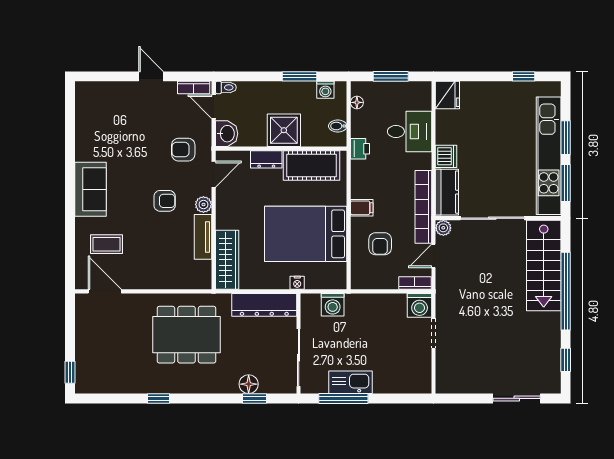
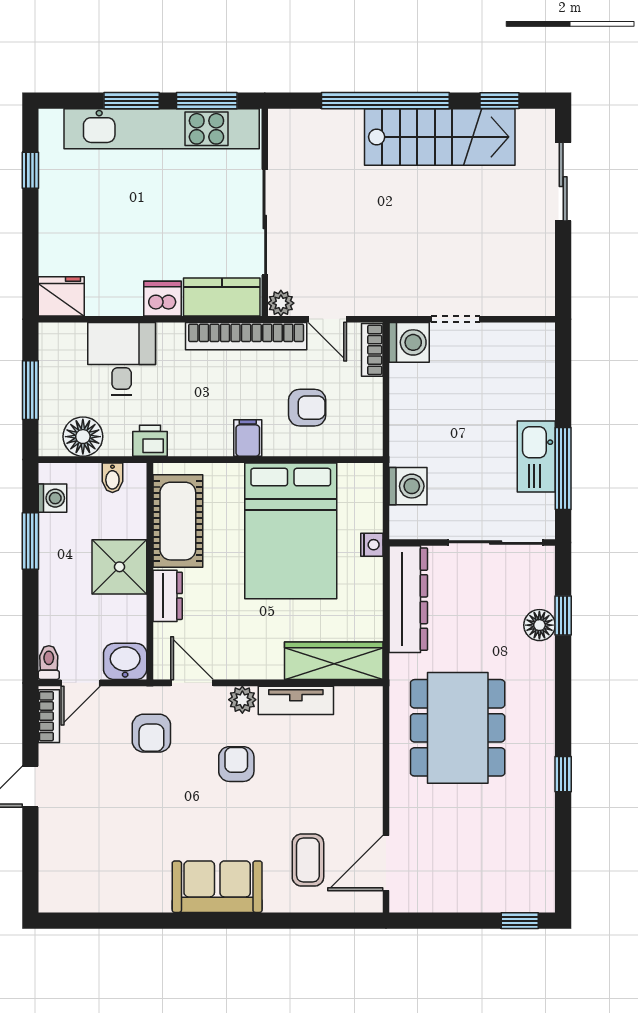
floor lamp: (357, 102) -> (83, 437), width x1.89, depth x1.89
stairs: (544, 265) -> (440, 137), moved

